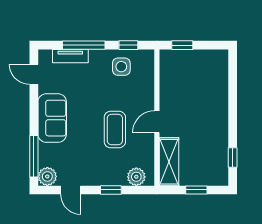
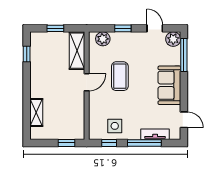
shelving: (220, 84) -> (36, 113), added

